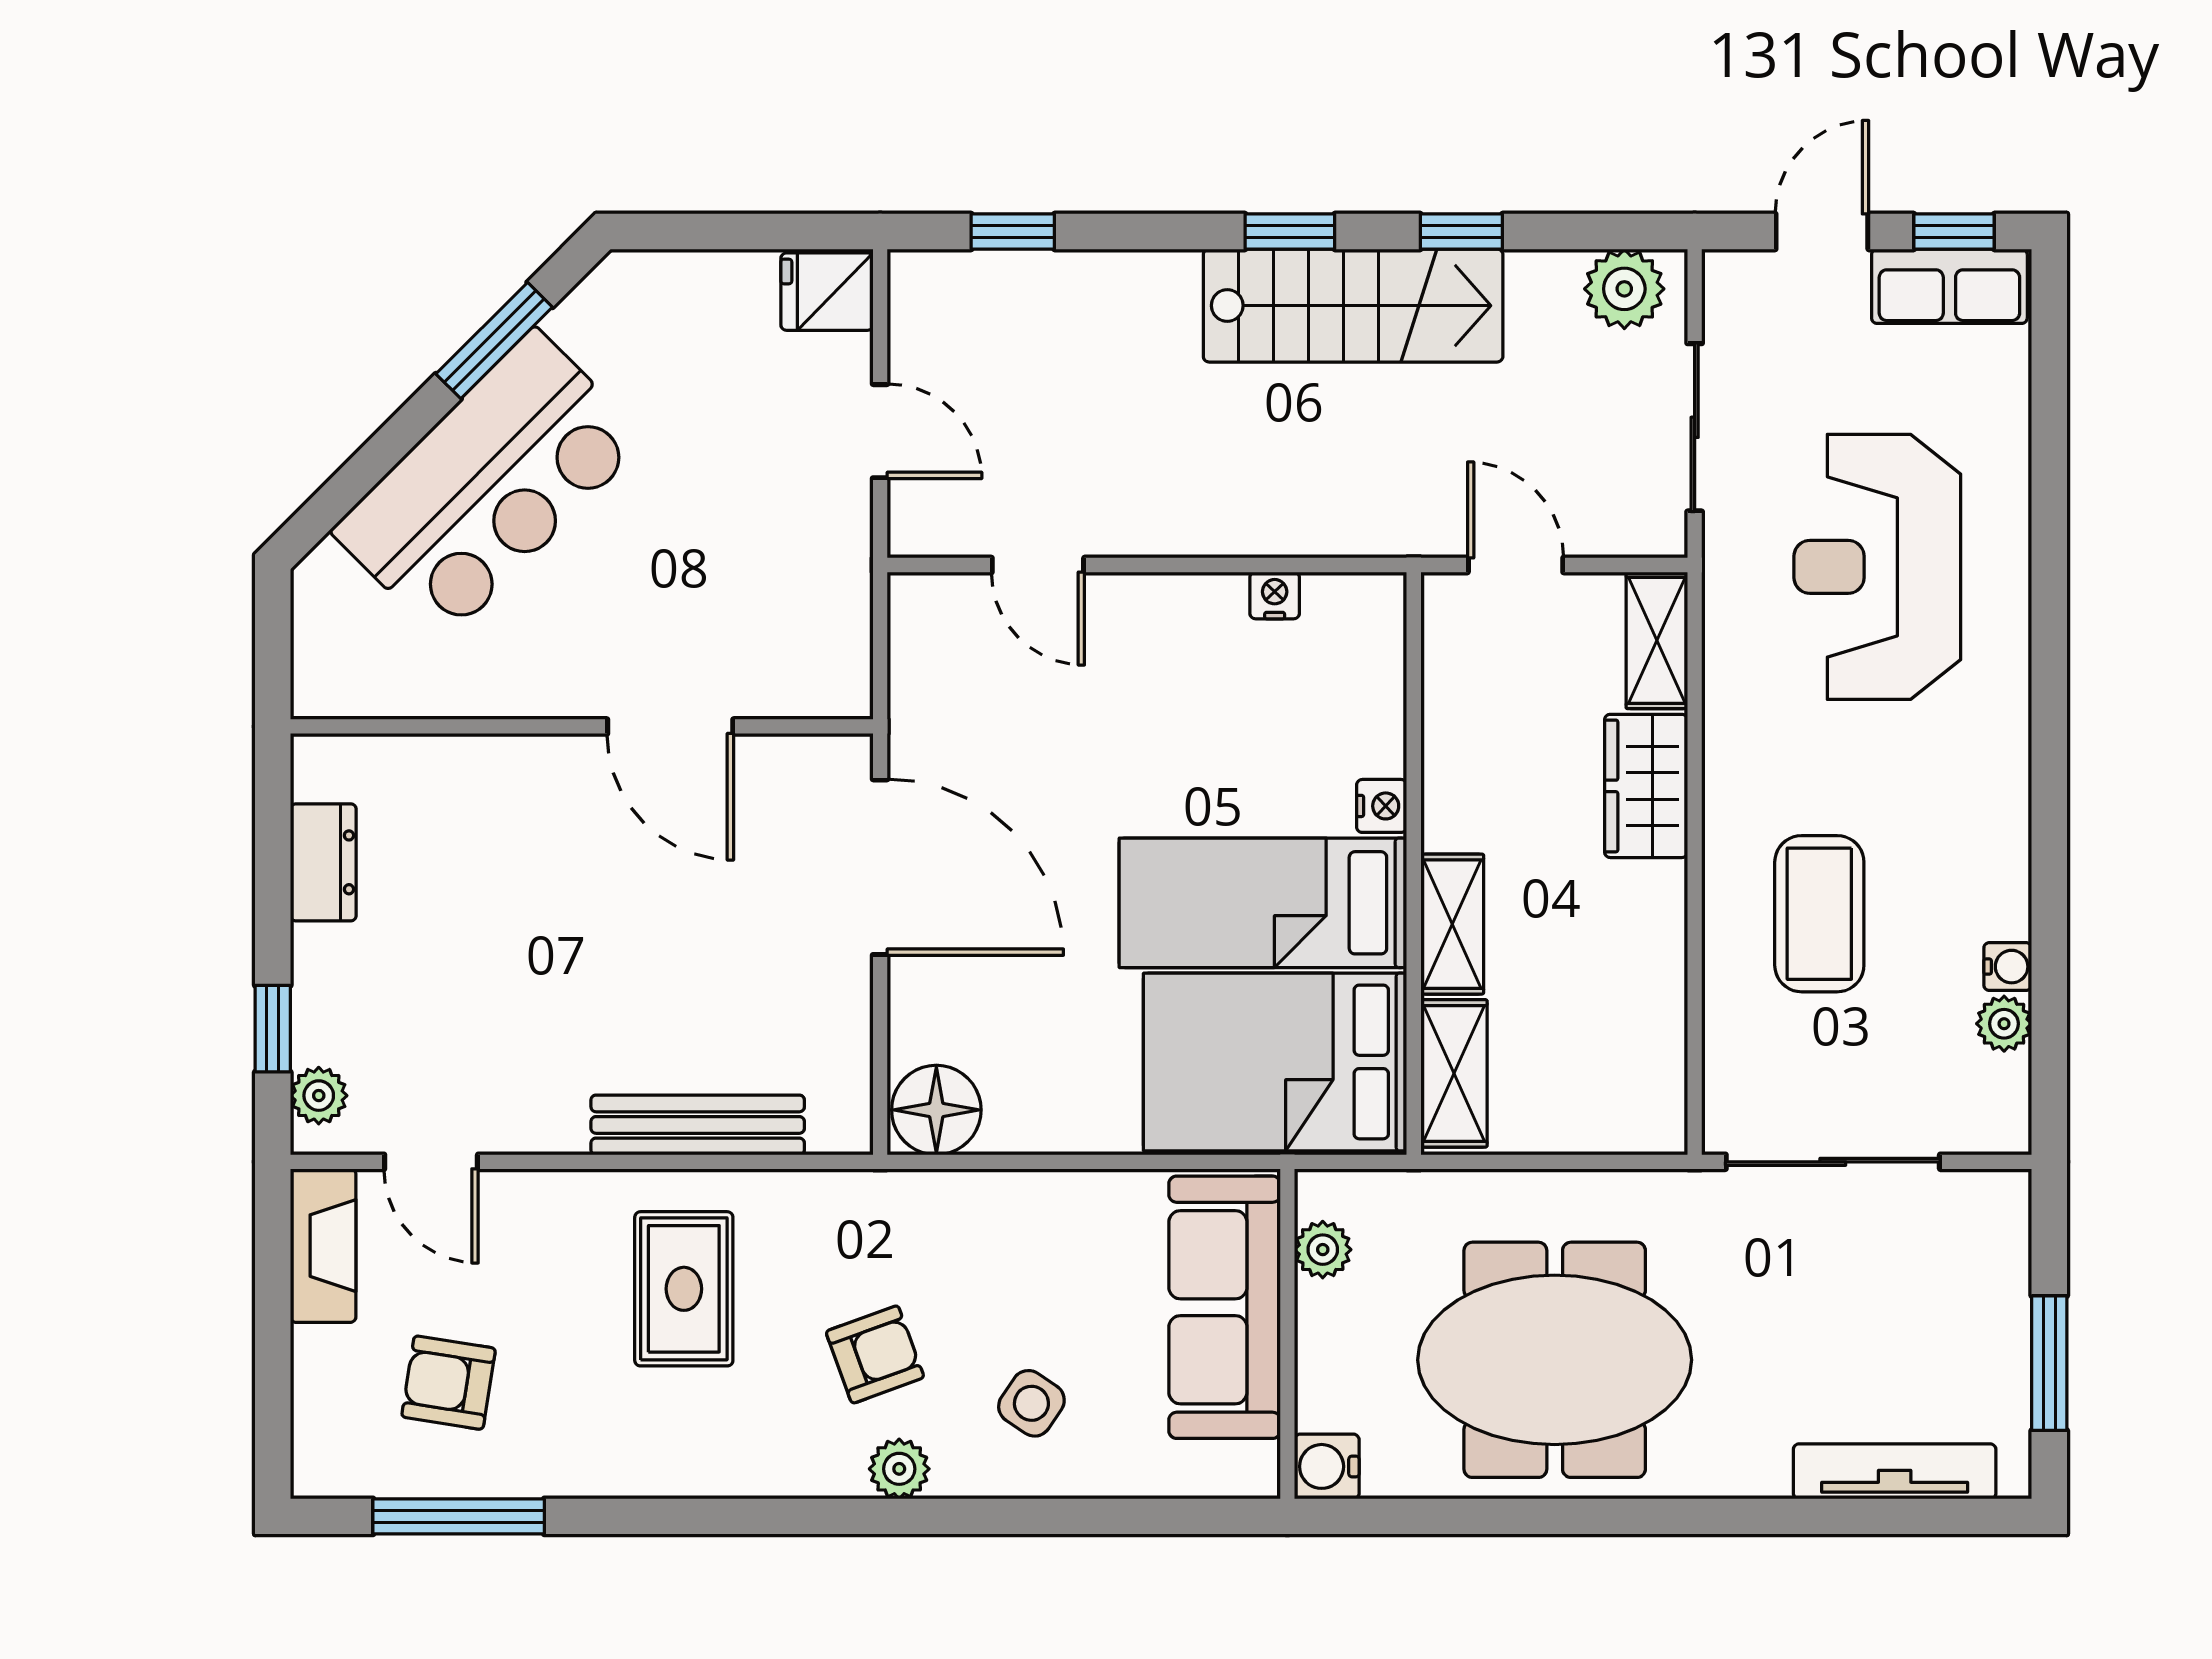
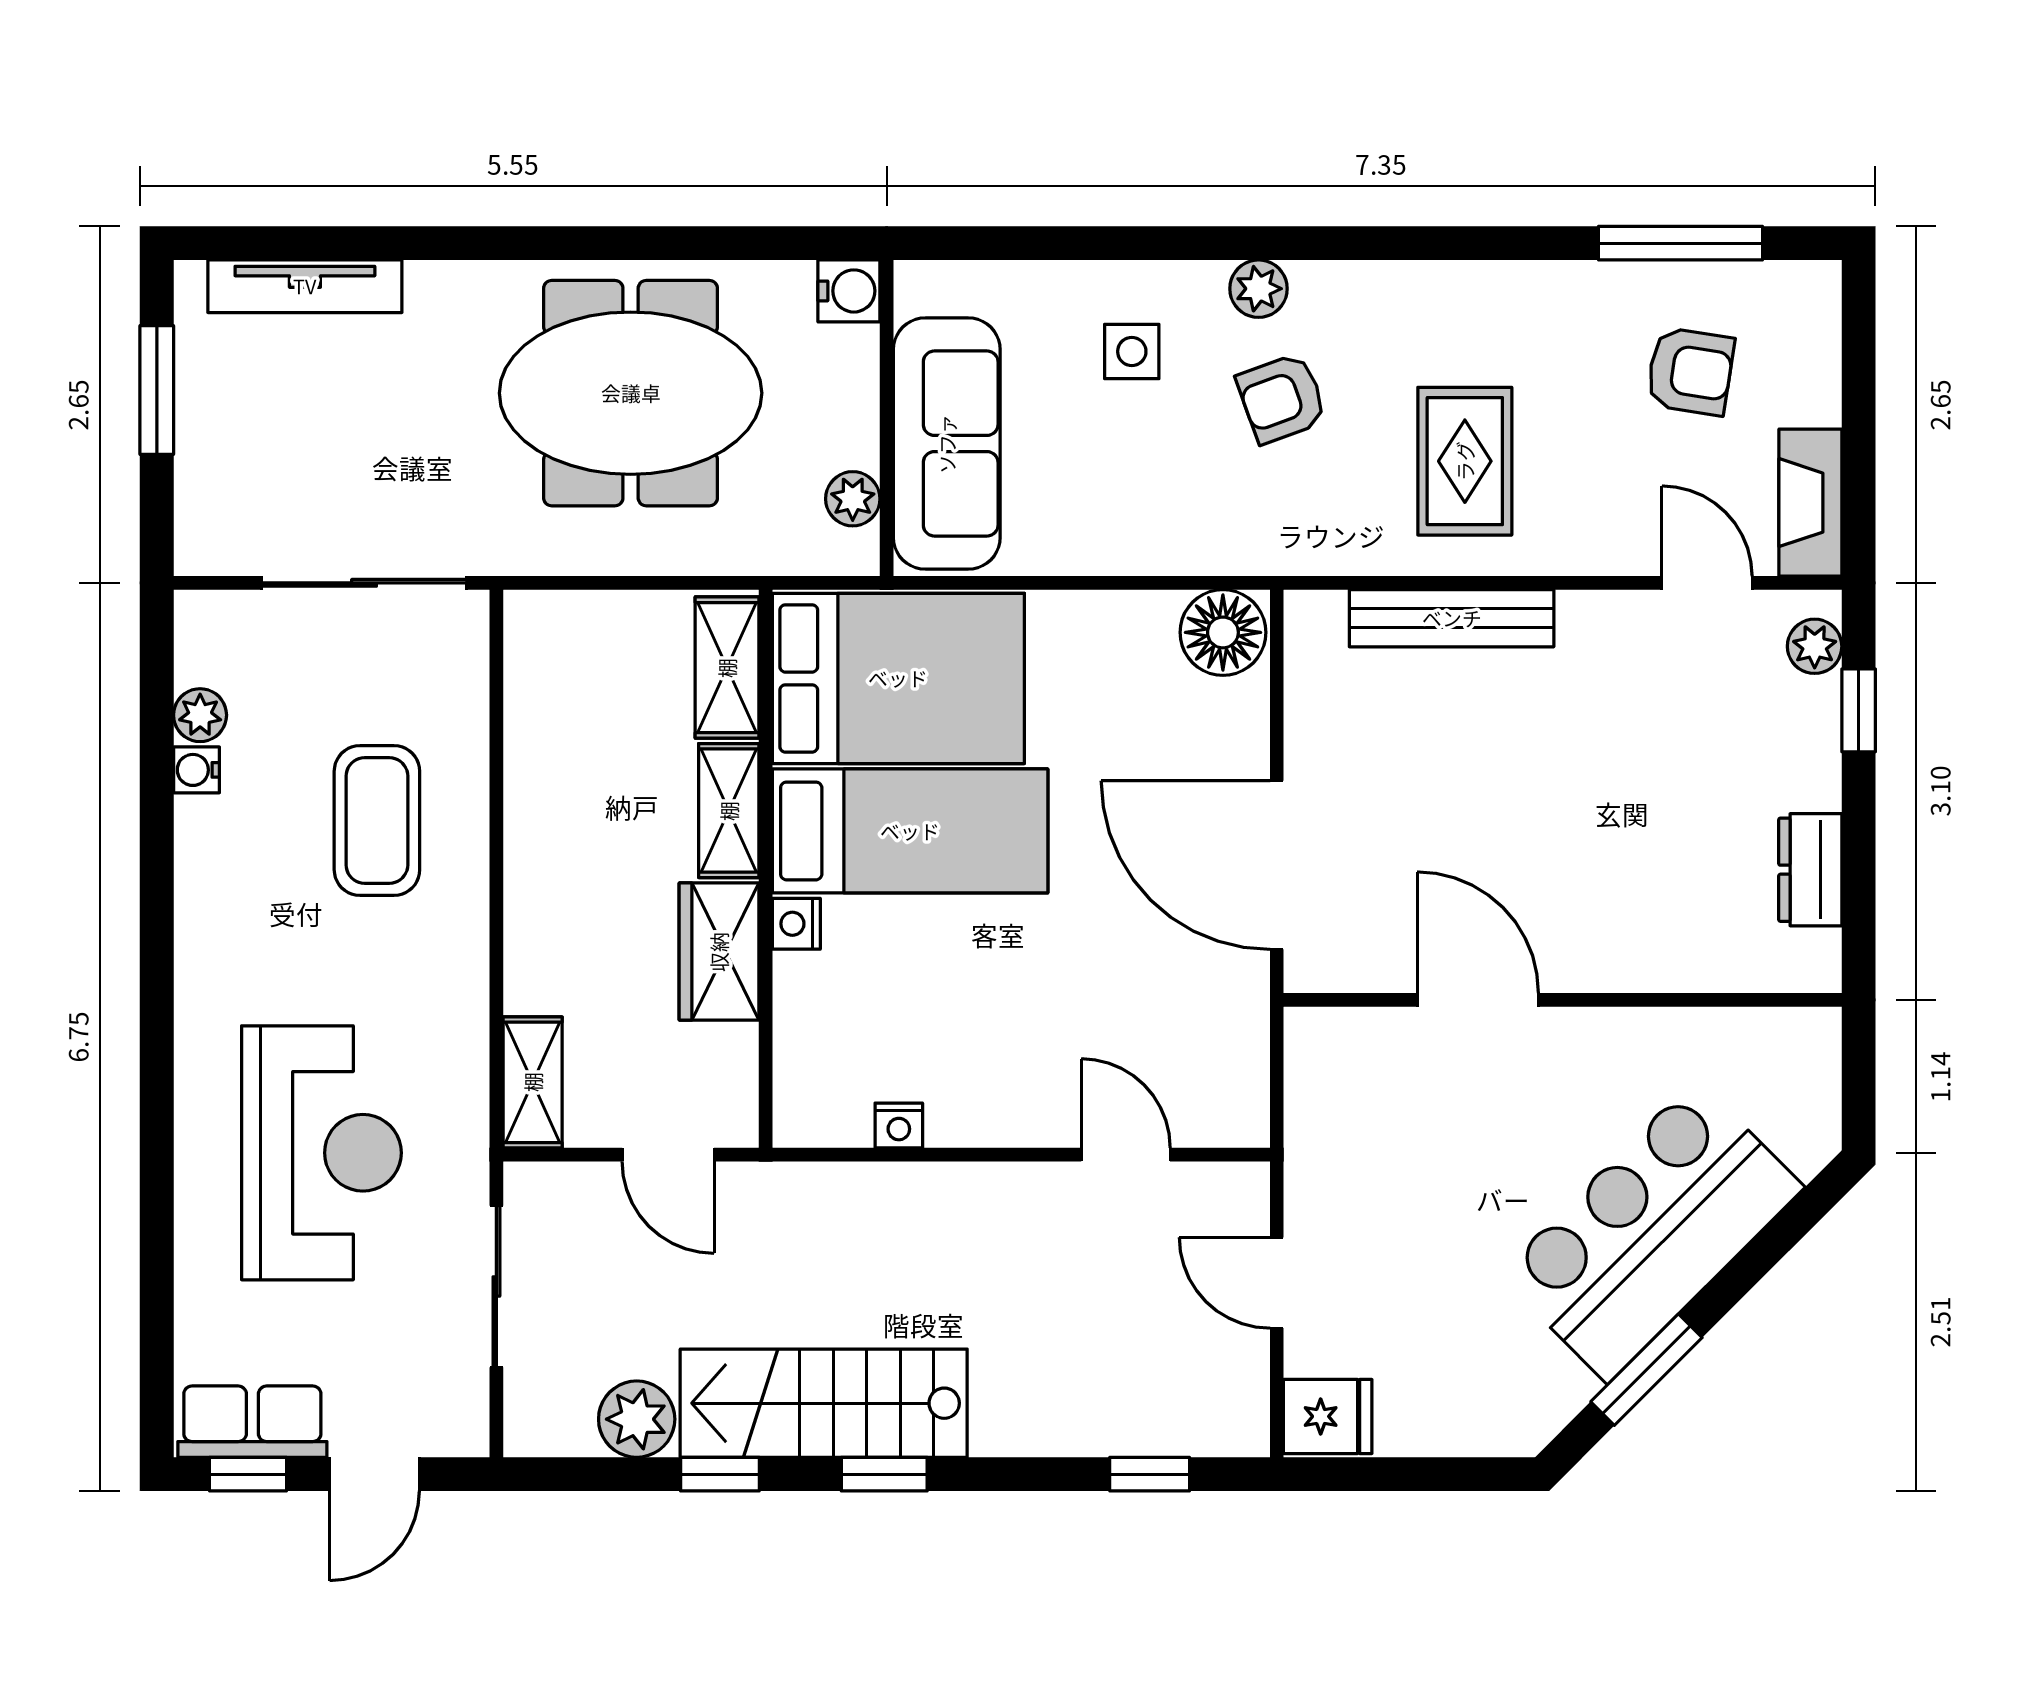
plant: (1624, 289) -> (637, 1419), moved
wardrobe: (1646, 786) -> (719, 952), moved, turned 180
side table: (1031, 1403) -> (1132, 351), turned -34

